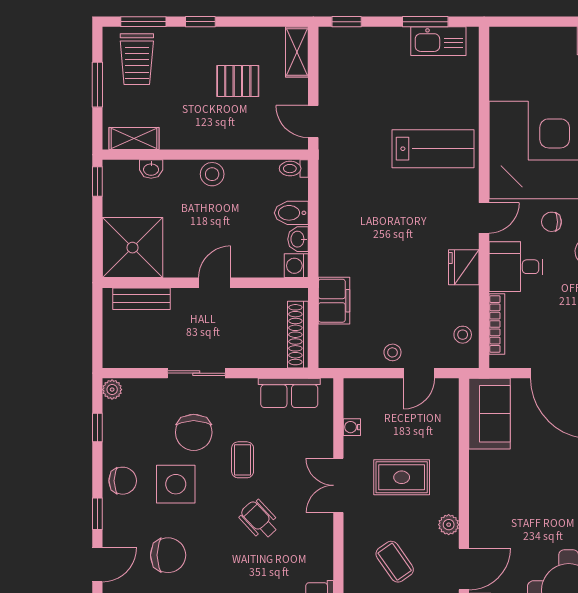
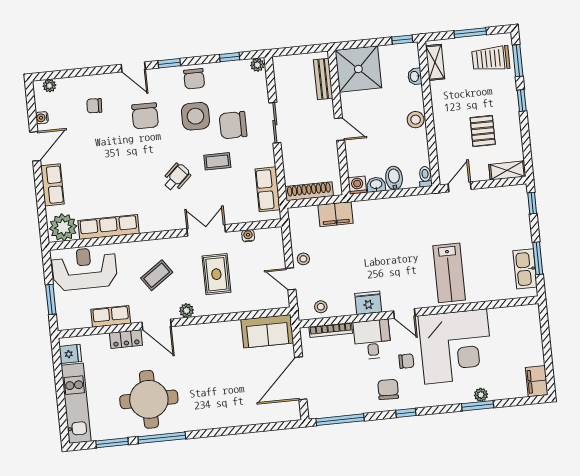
chair: (551, 222) -> (406, 361), turned 90

